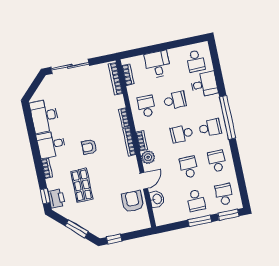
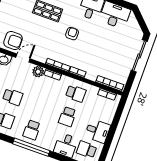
desk: (158, 64) -> (98, 131), moved
school desk: (182, 134) -> (40, 107), removed
door: (144, 181) -> (23, 58), swing flipped

